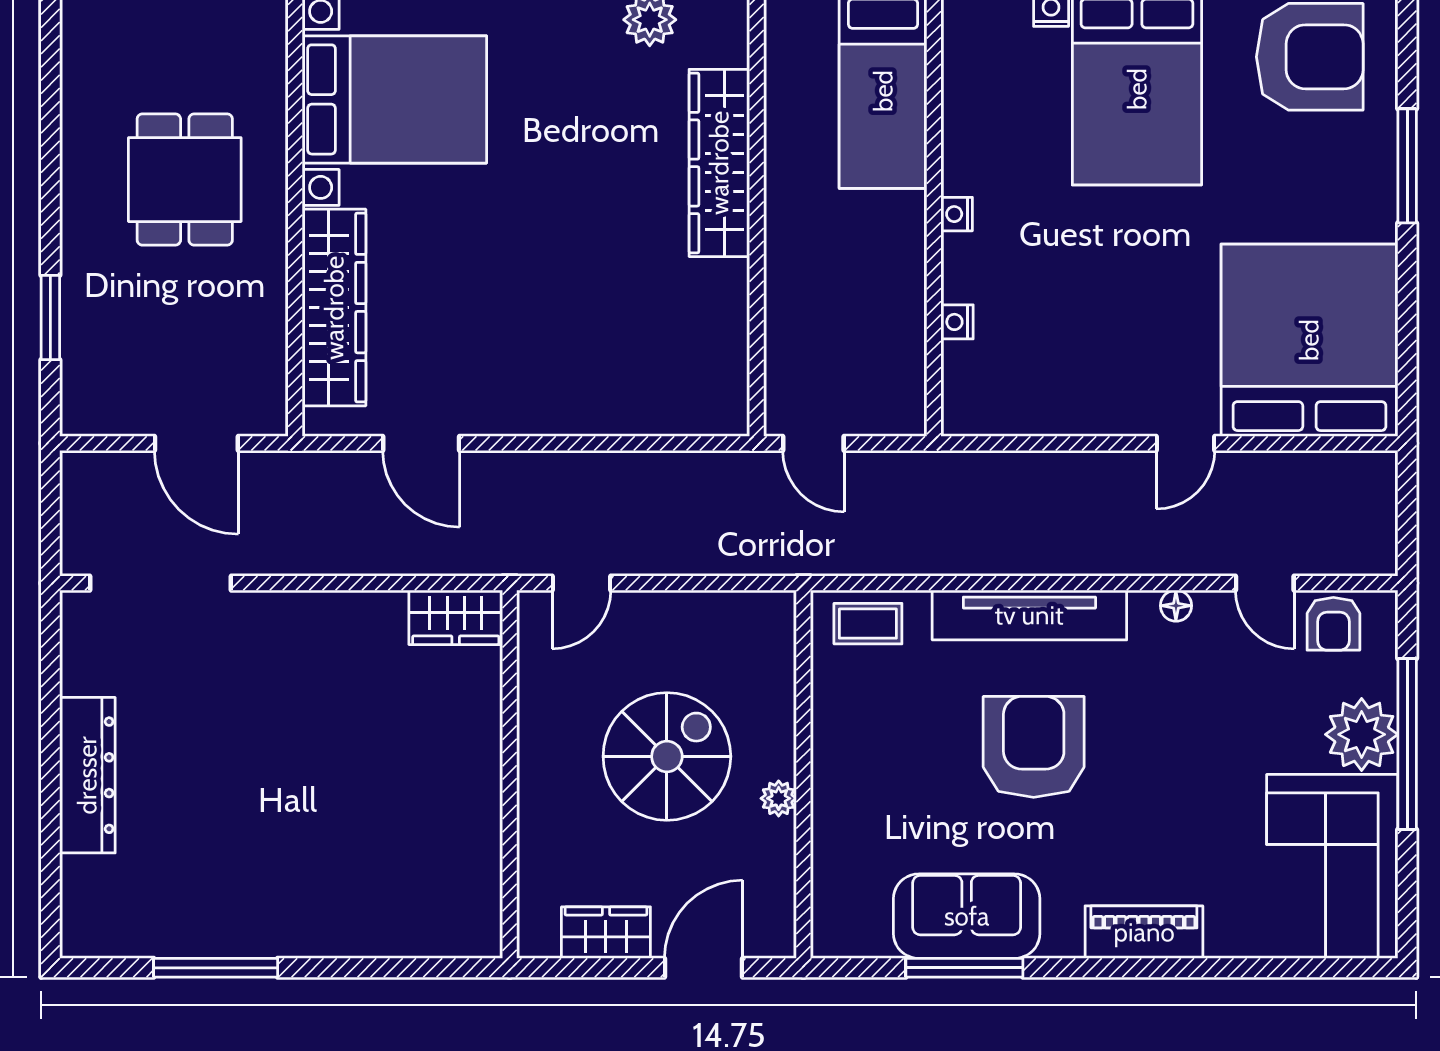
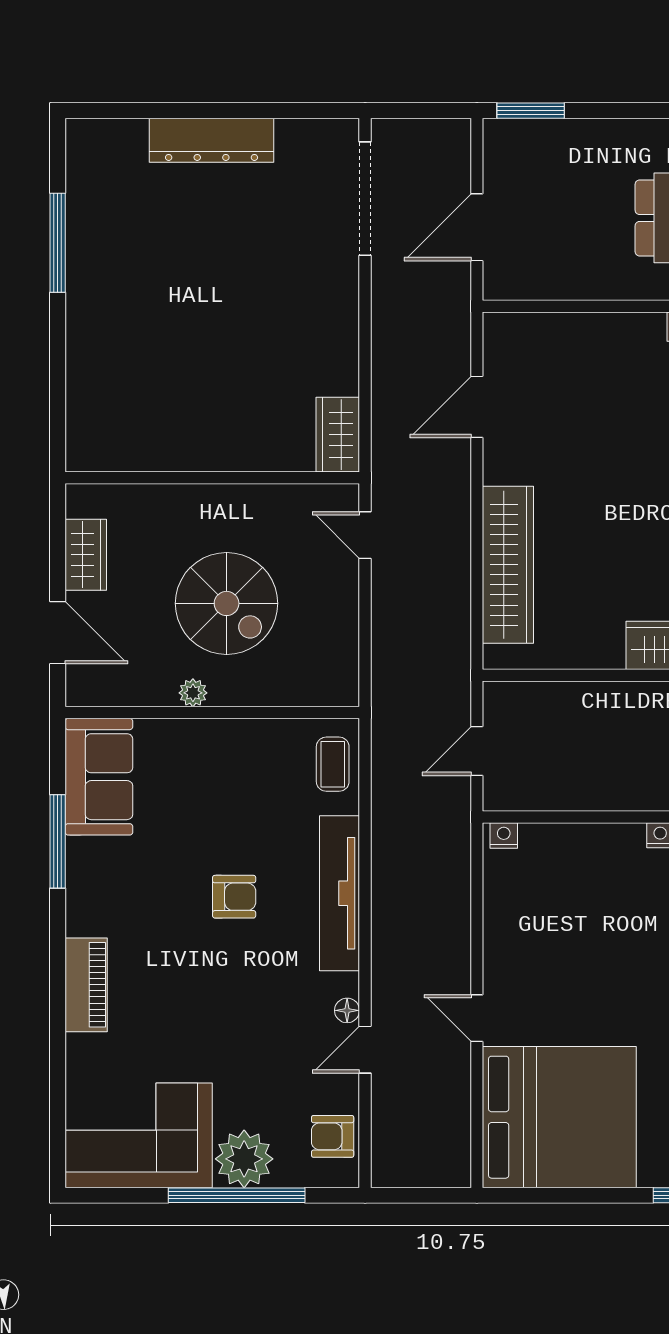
wardrobe: (334, 308) -> (508, 565), moved, turned -90
window: (50, 317) -> (531, 111), moved
nightstand: (957, 322) -> (504, 835), moved
door: (813, 443) -> (477, 751), moved
door: (1265, 583) -> (365, 1050), moved
armchair: (1034, 747) -> (234, 897), width x0.53, depth x0.53
sofa: (967, 916) -> (99, 777), moved

